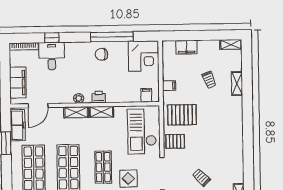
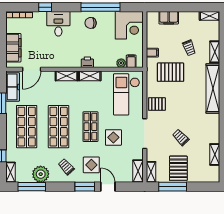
desk: (52, 56) -> (58, 24), moved
plant: (79, 98) -> (121, 63), moved
pallet: (182, 115) -> (171, 72), moved
shelving: (236, 124) -> (213, 89), added

